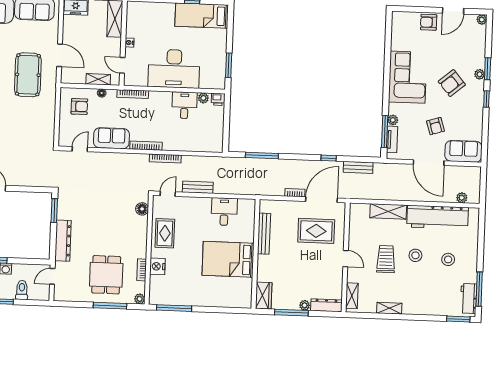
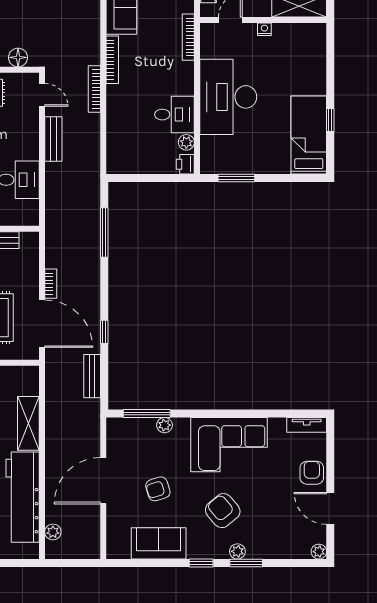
tv unit: (392, 139) -> (307, 425), moved
sofa: (463, 151) -> (159, 543), moved, turned -90

